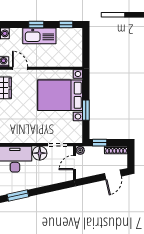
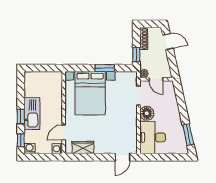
window: (66, 25) -> (21, 140), moved

